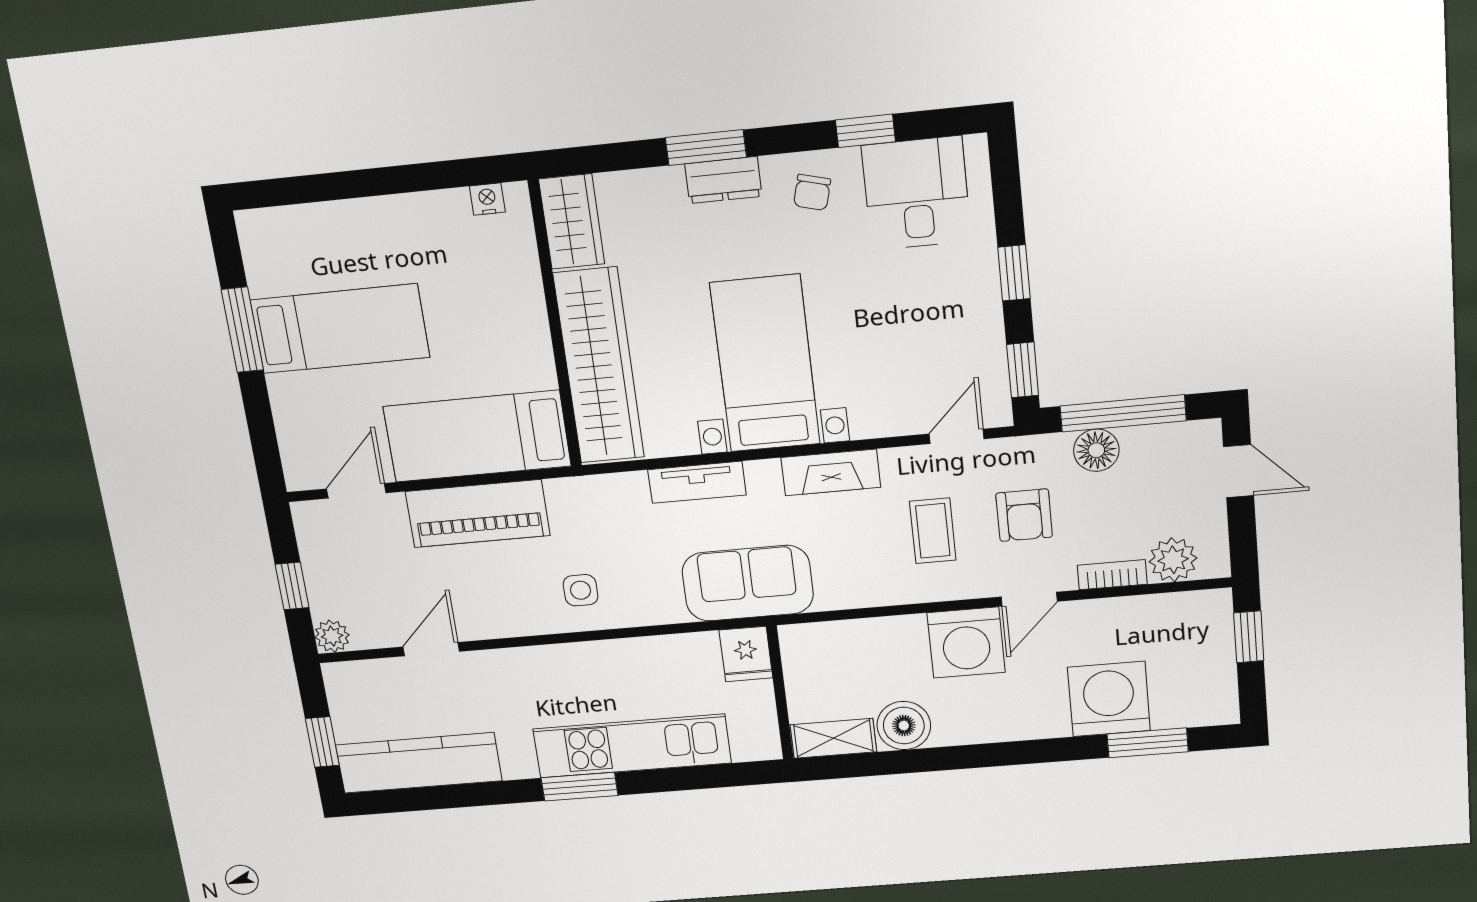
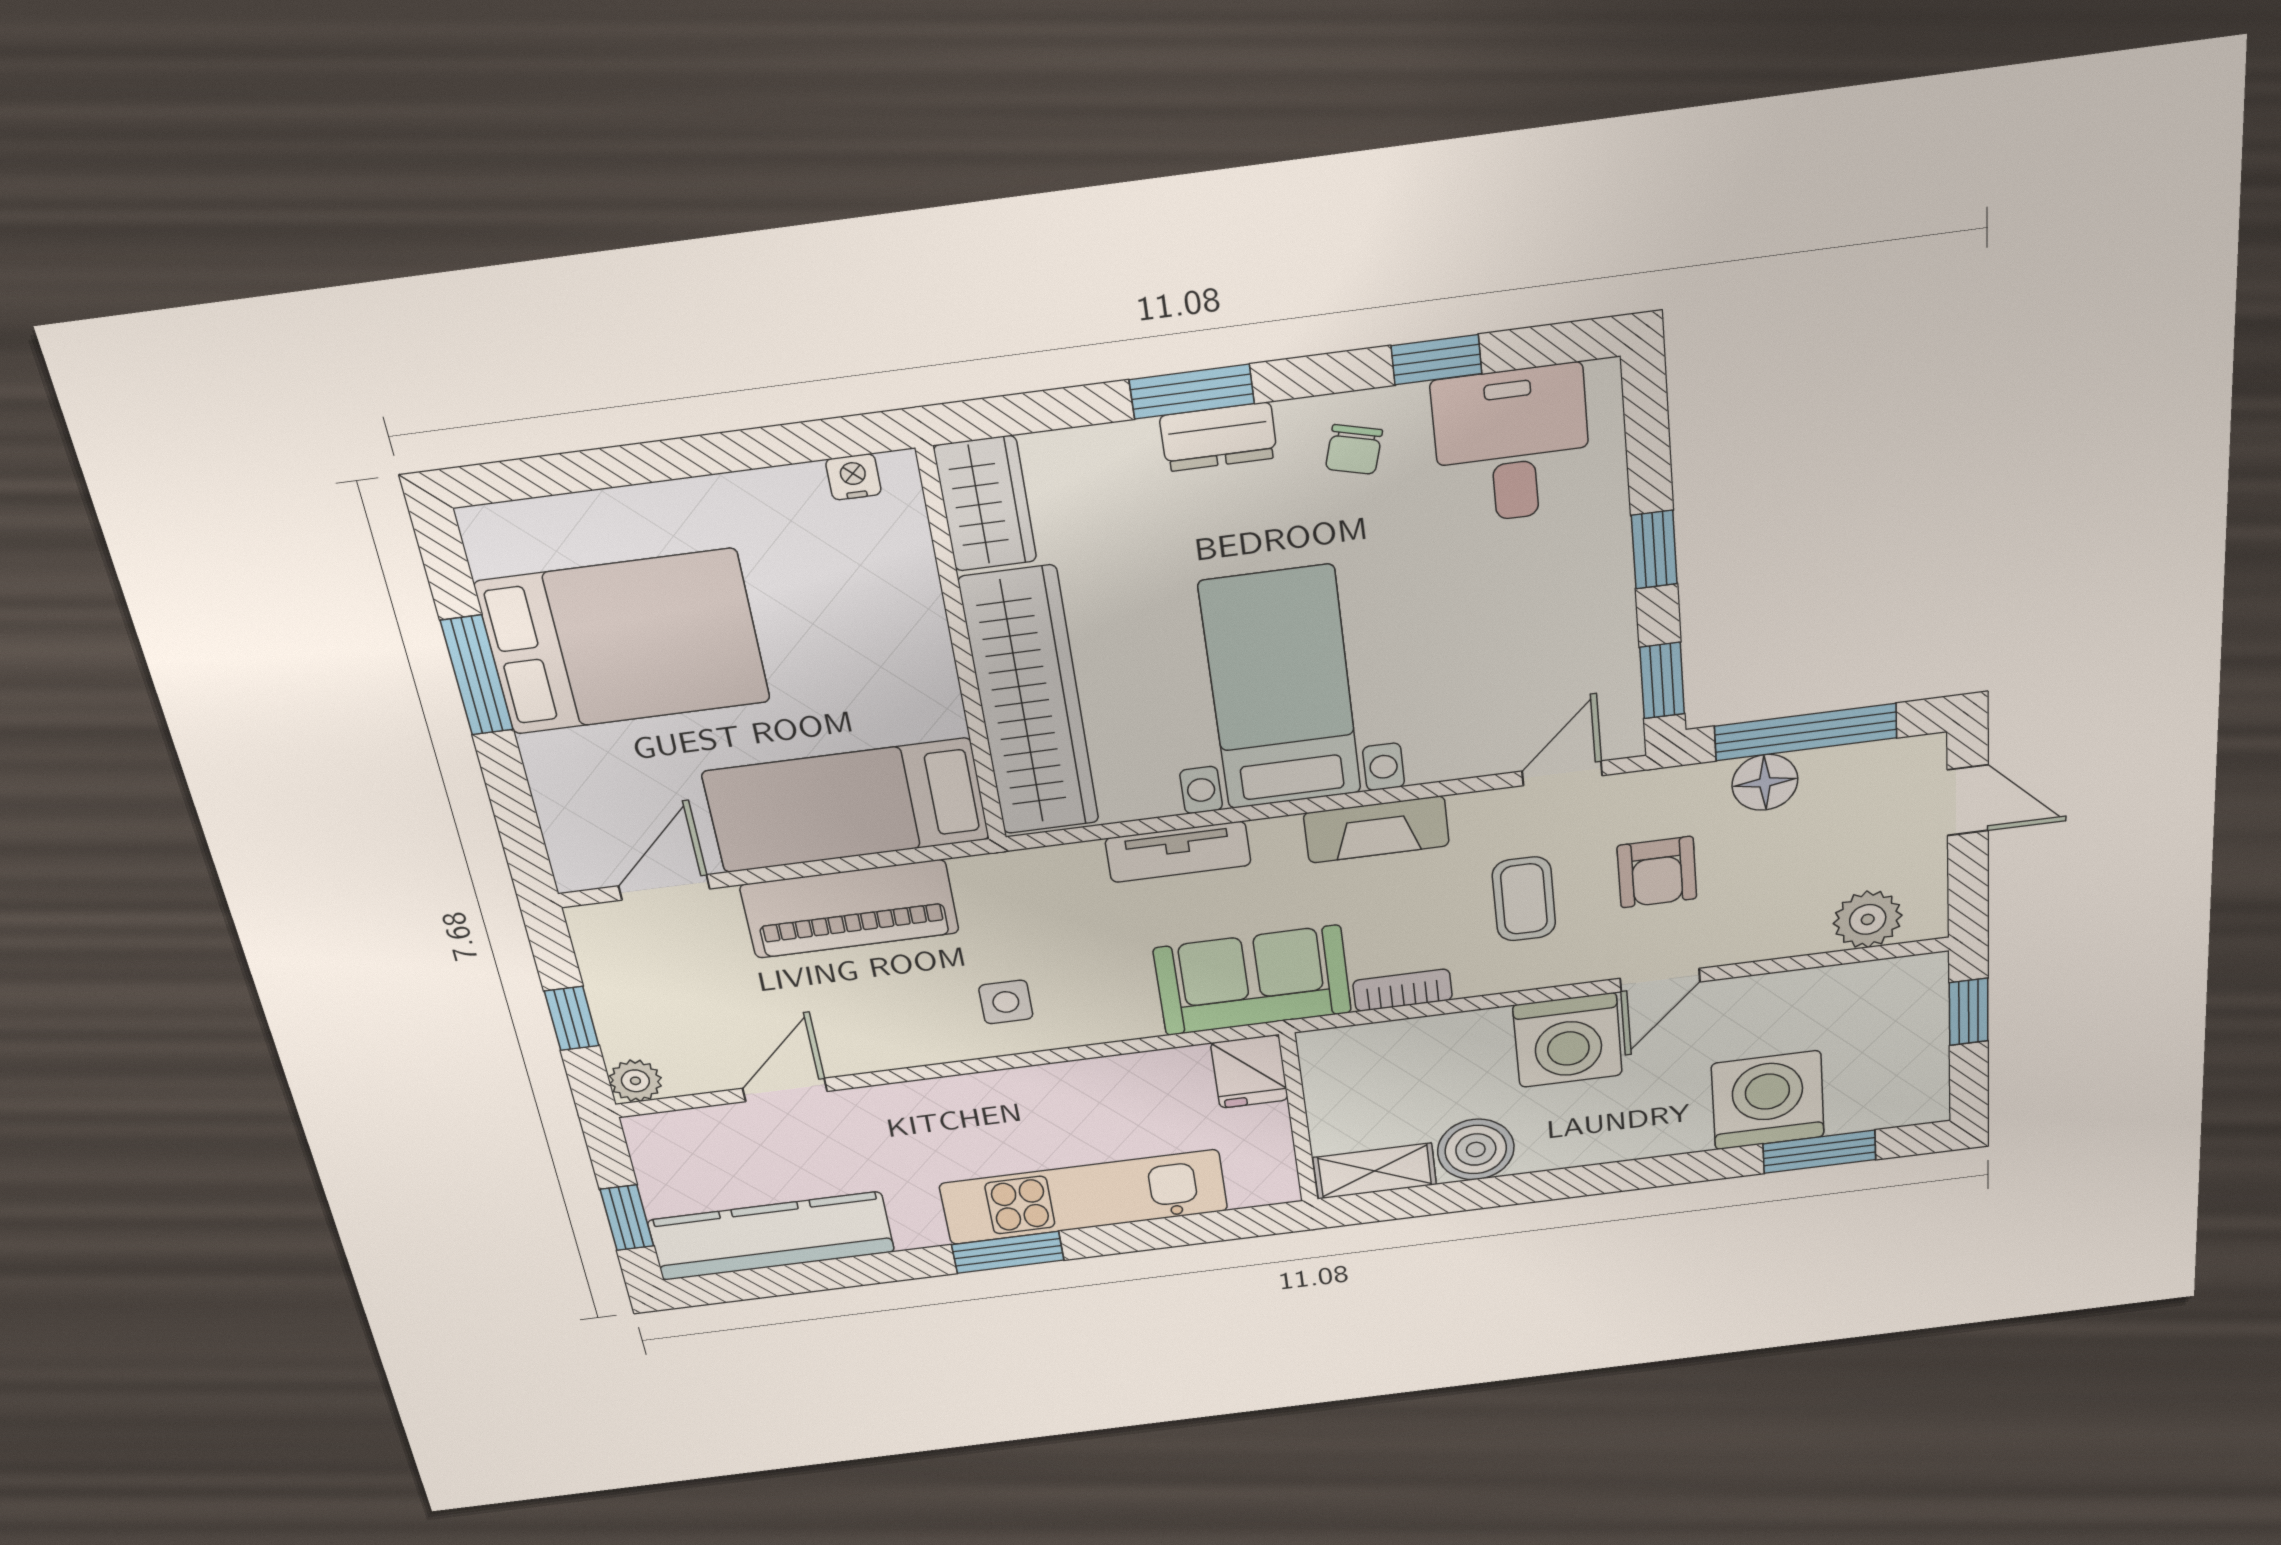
bed: (340, 329) -> (623, 642), width x1.50
bookcase: (1112, 575) -> (1403, 990), moved

